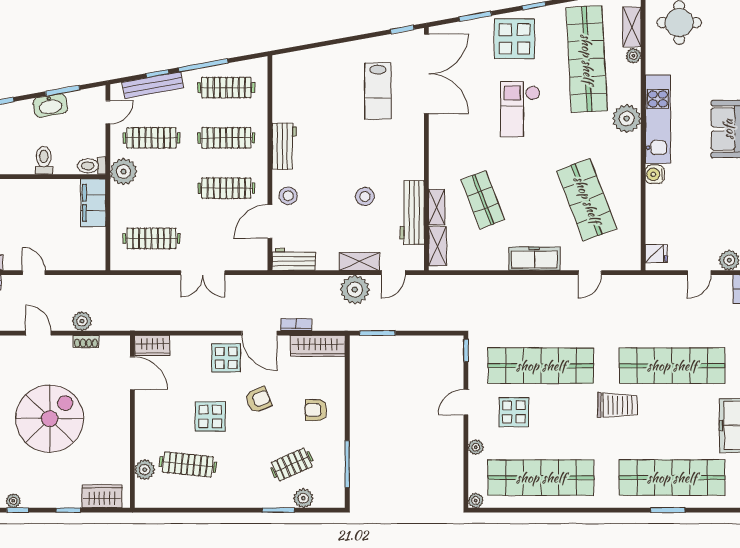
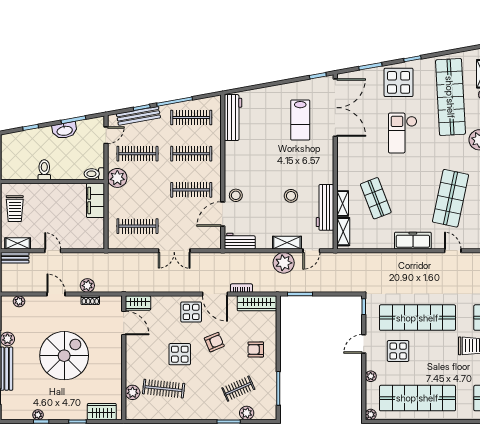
workbench: (284, 146) -> (233, 118), moved, width x1.38
toilet: (44, 160) -> (44, 170), moved
shop shelf: (587, 200) -> (450, 198), turned 33
door: (590, 273) -> (453, 251), swing flipped

